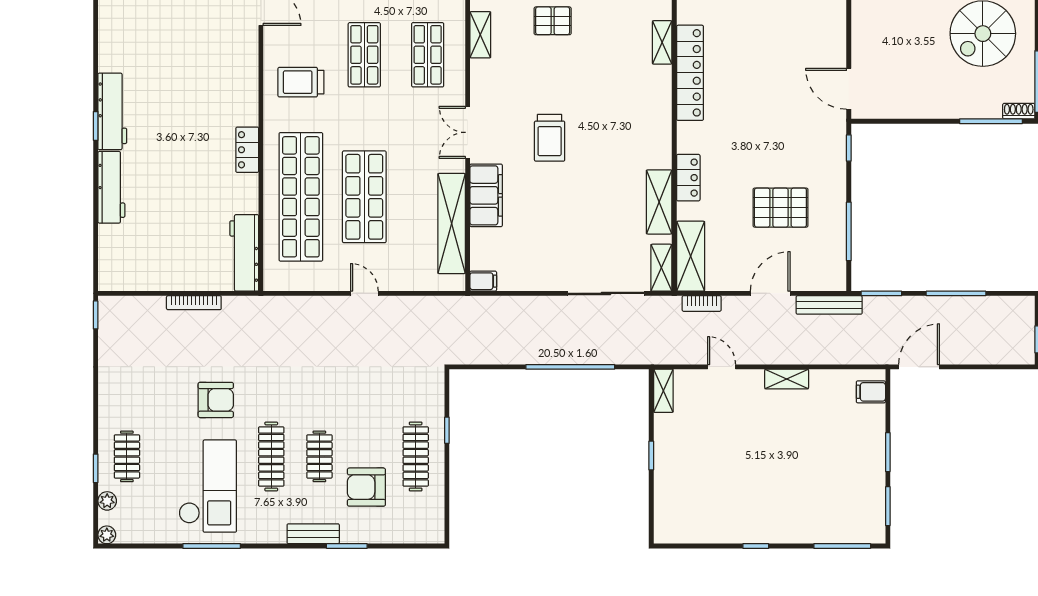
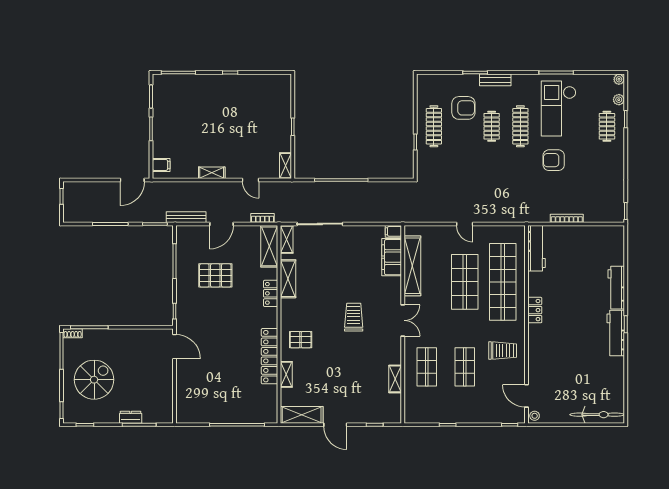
pallet: (553, 21) -> (301, 340), moved
filing cabinet: (486, 195) -> (392, 257), moved

